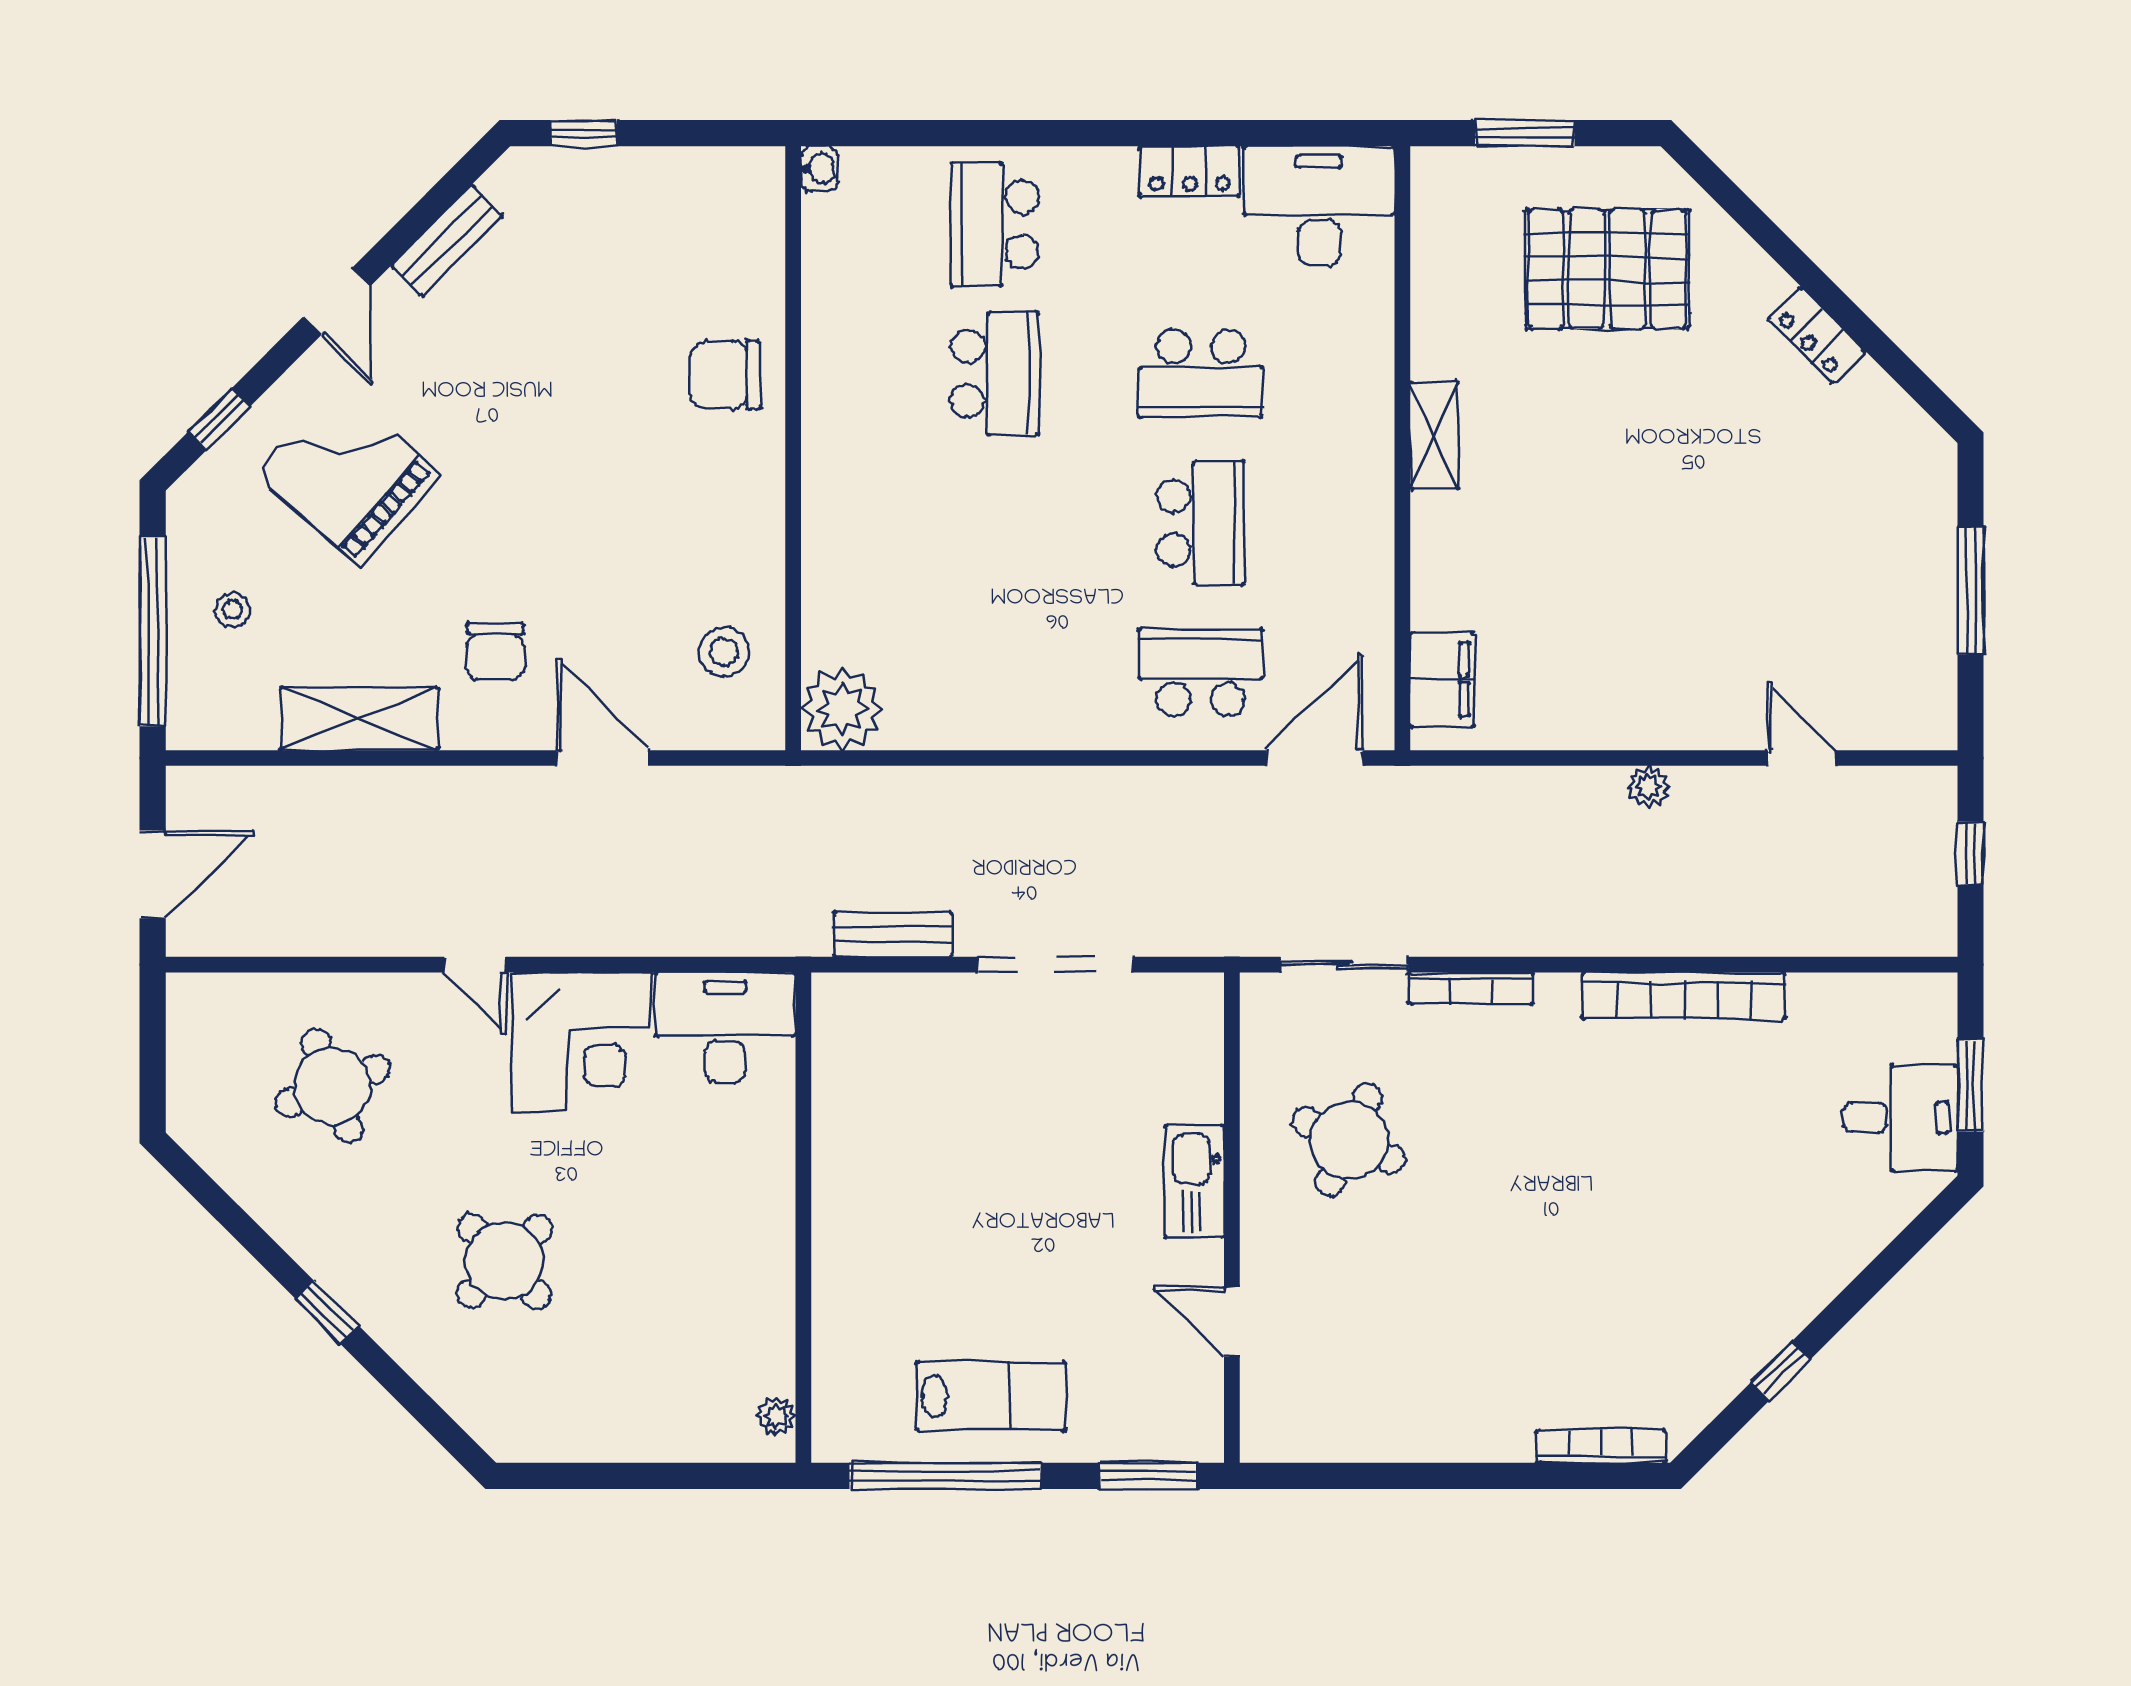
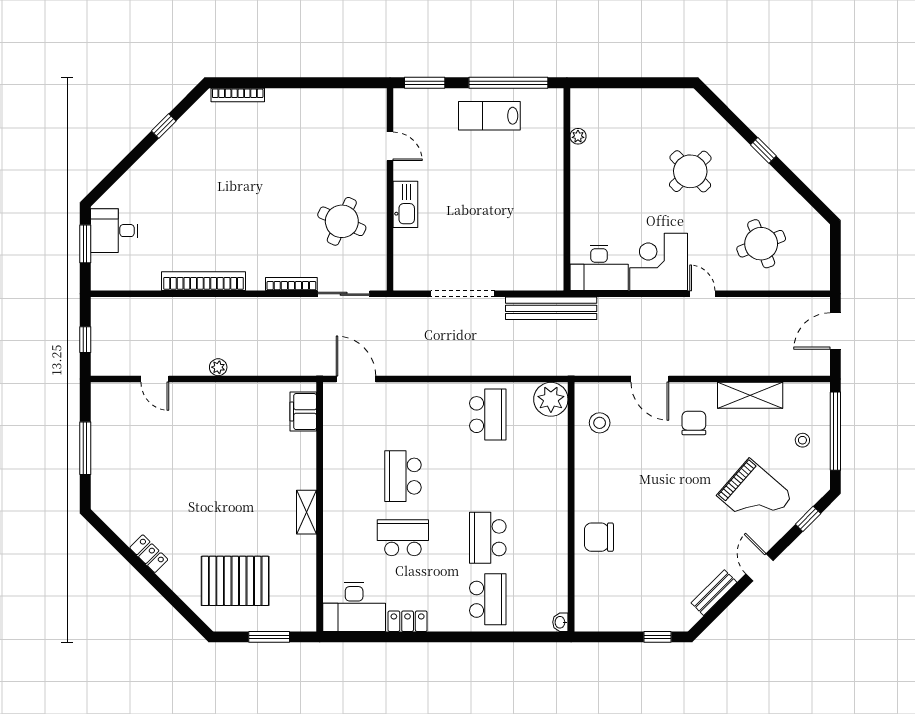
chair: (726, 375) -> (599, 537), turned 180
school desk: (1201, 672) -> (488, 415), moved, turned -90
door: (1314, 758) -> (356, 379), swing flipped
bench: (893, 934) -> (551, 308), width x1.86, depth x1.21
plant: (776, 1416) -> (578, 136), moved

